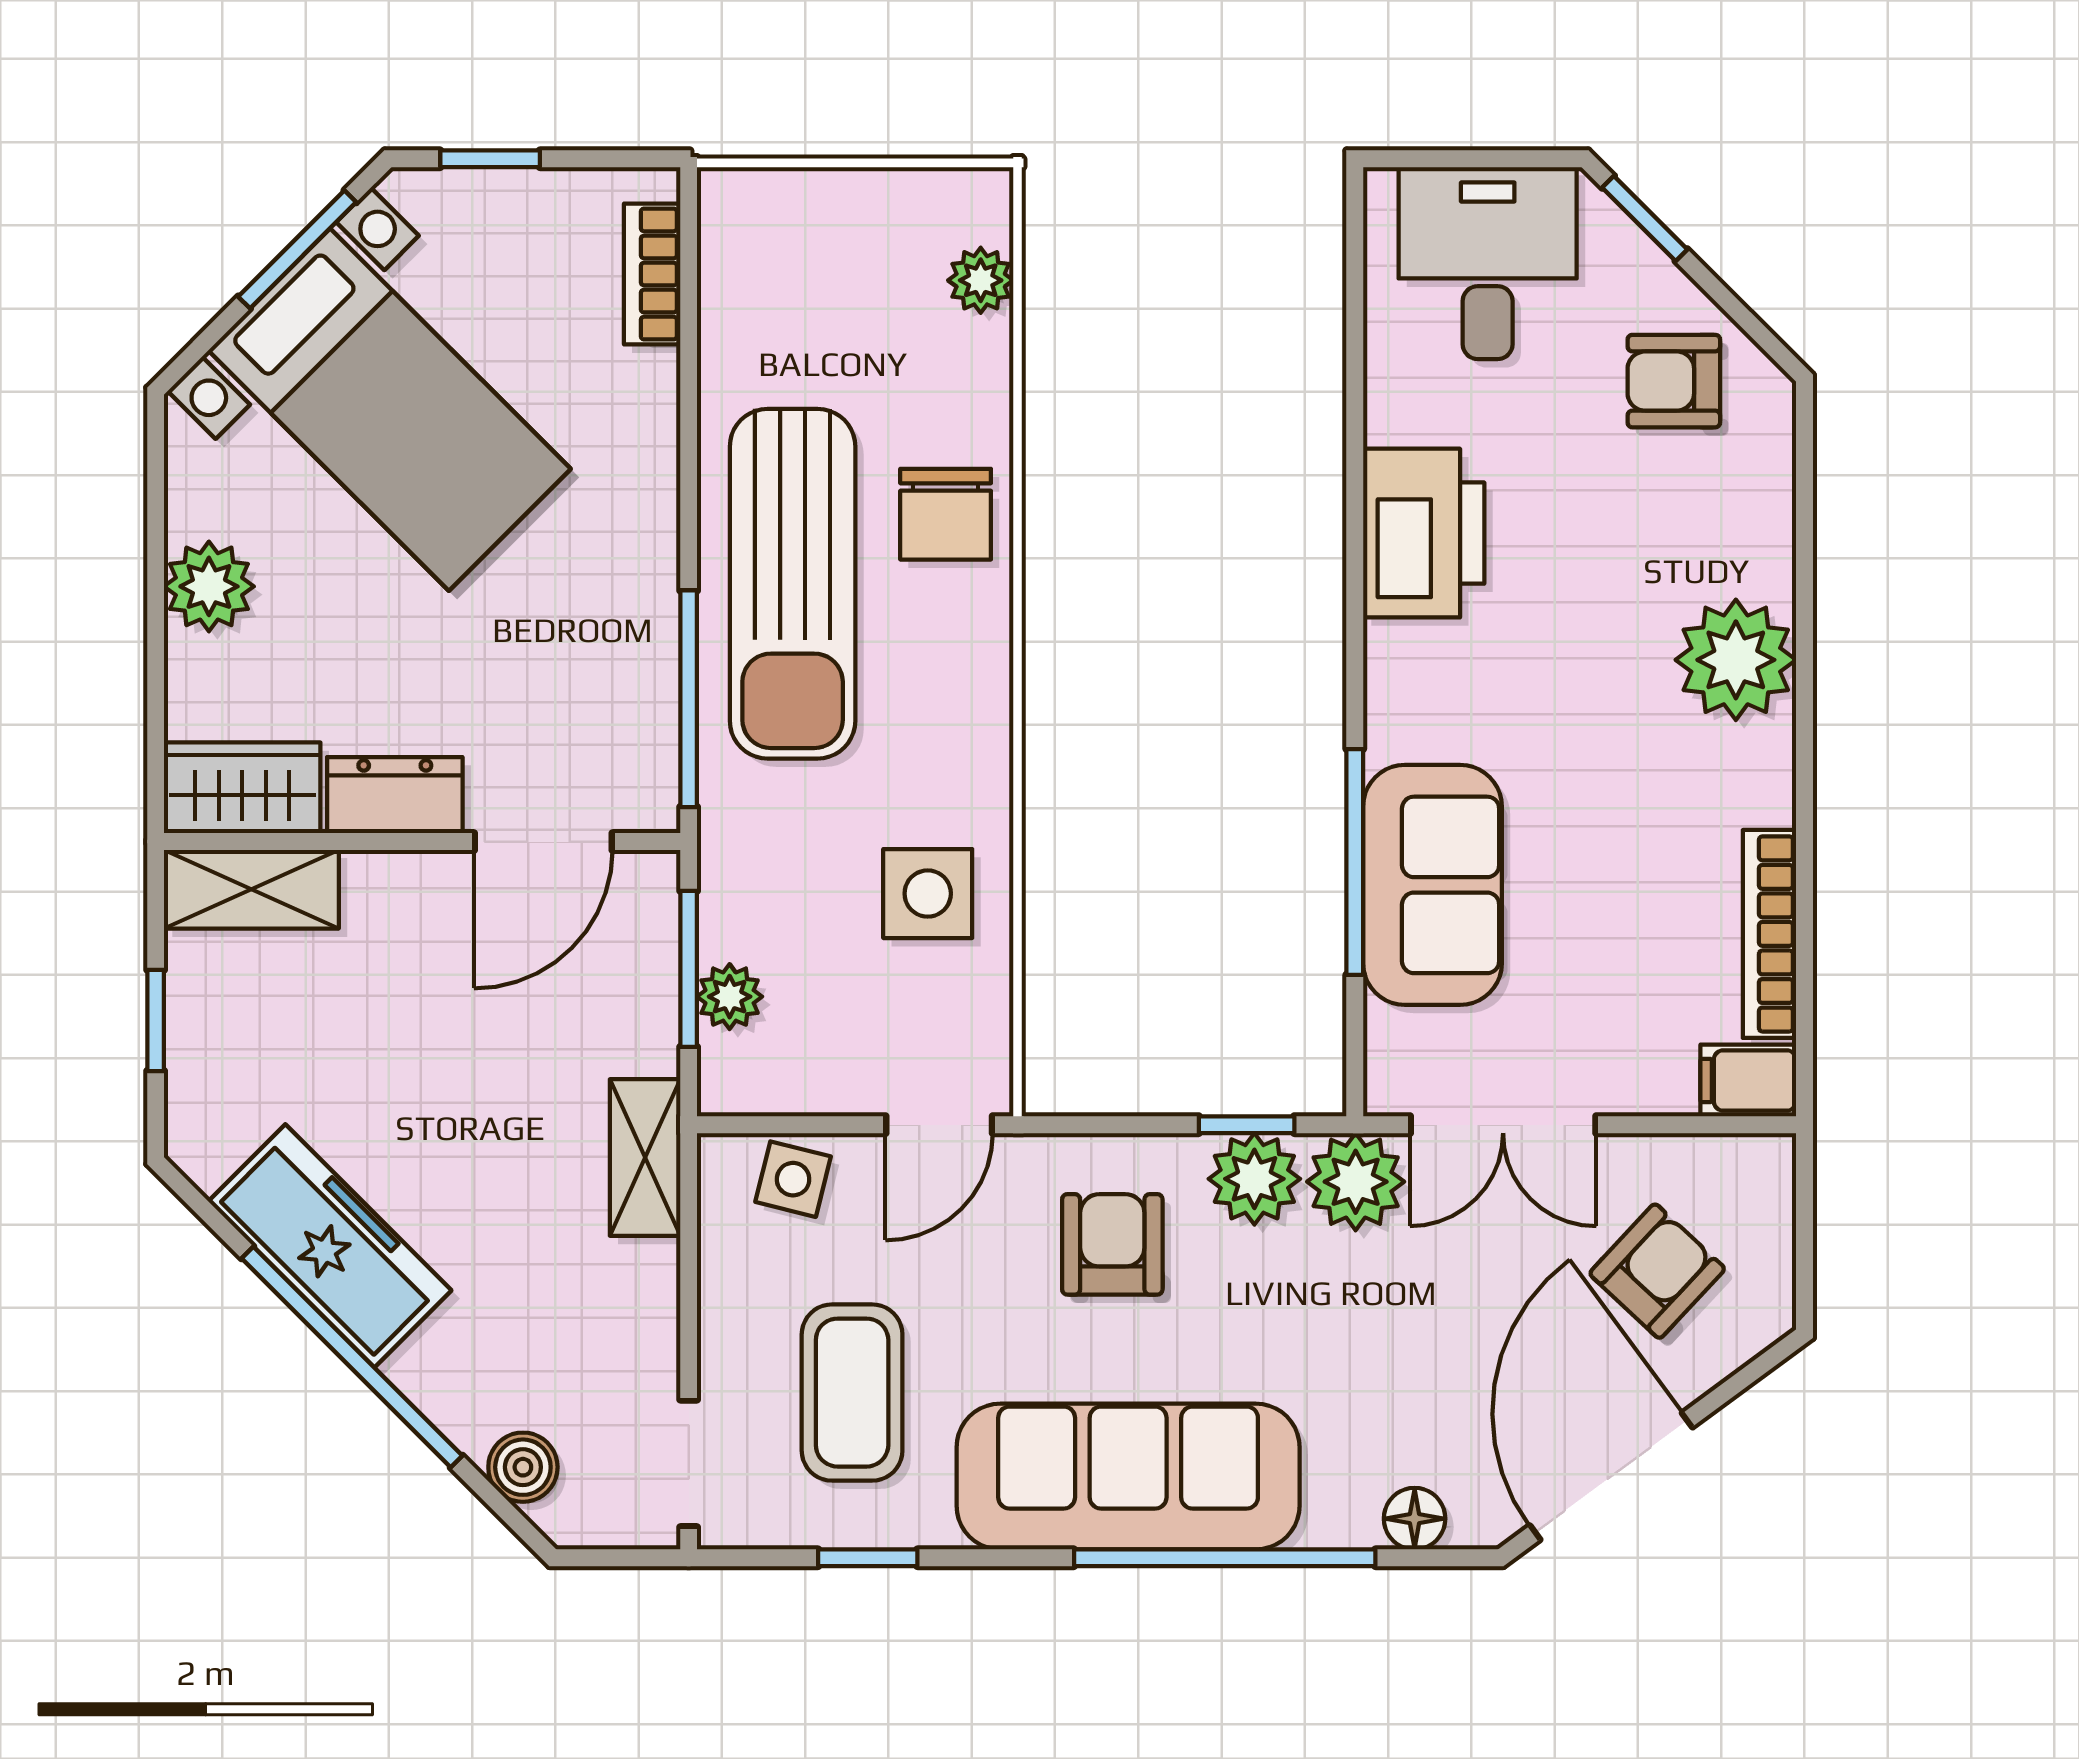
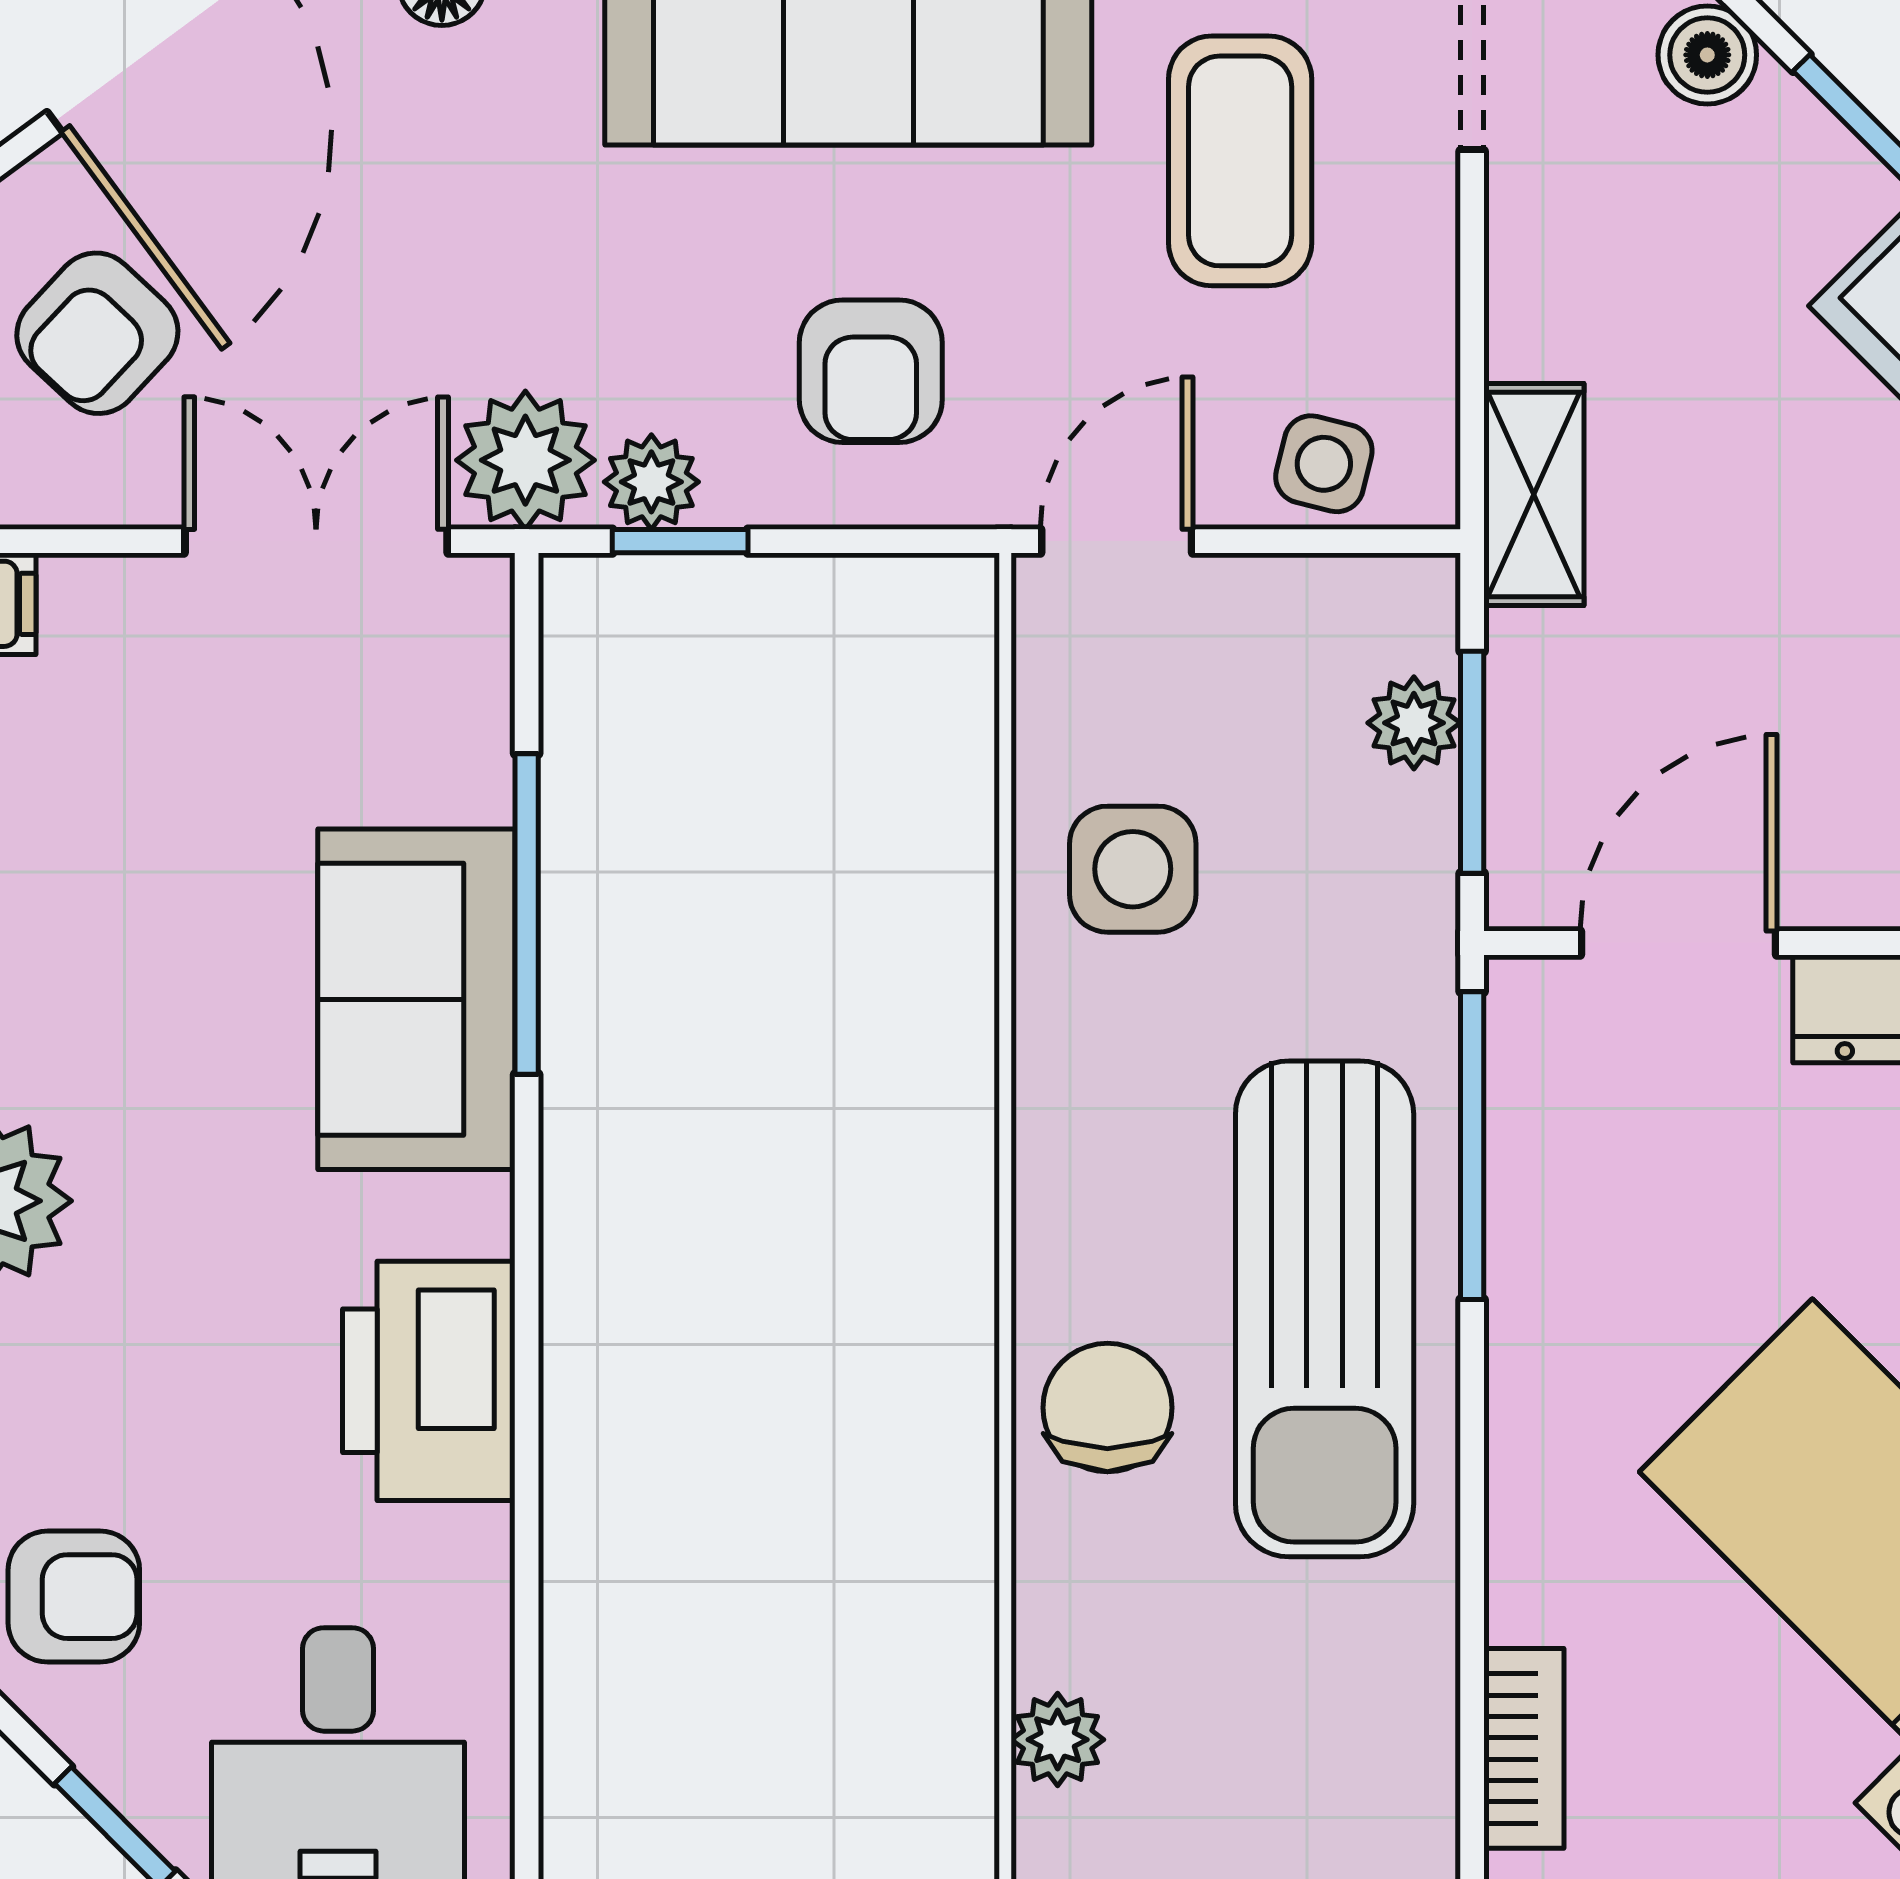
sun lounger: (793, 584) -> (1325, 1309), turned 180
sofa: (1432, 885) -> (416, 999), moved
plant: (1254, 1179) -> (651, 482), width x0.73, depth x0.73

